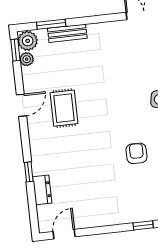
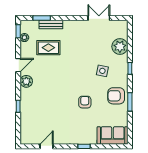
plant: (28, 41) -> (26, 81), moved
rug: (64, 108) -> (48, 48), moved, turned 90
dresser: (42, 190) -> (25, 118), removed
door: (64, 234) -> (47, 146), moved

